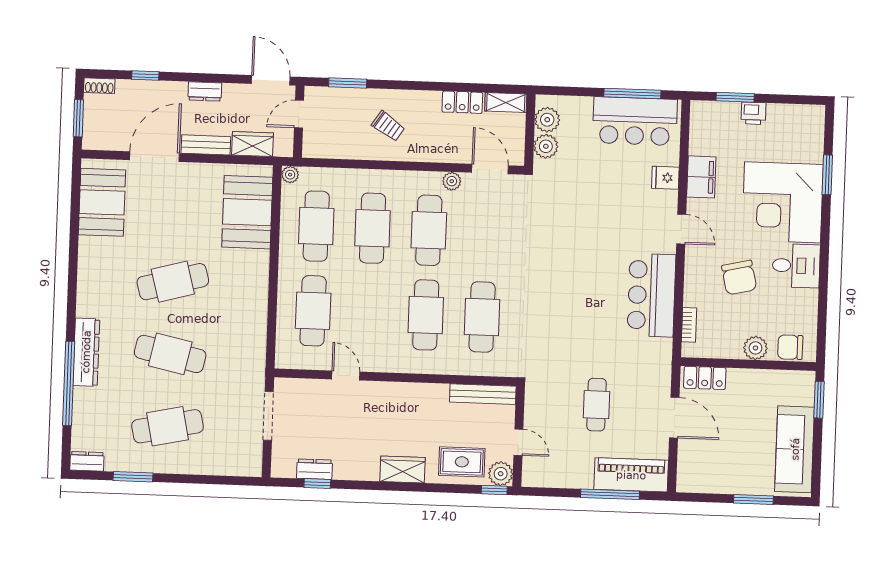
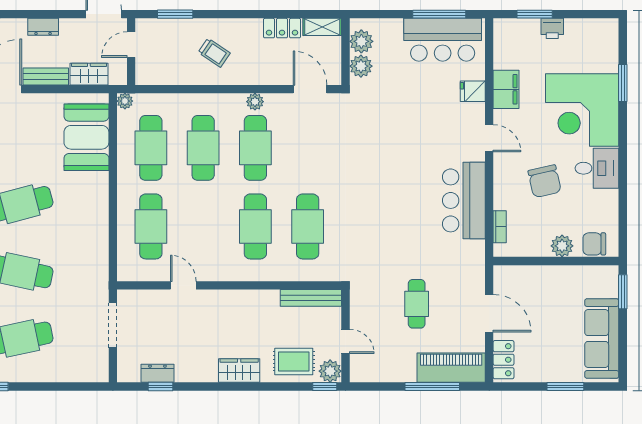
plant: (452, 181) -> (255, 102), moved
locker: (705, 378) -> (504, 360), moved, turned -90

